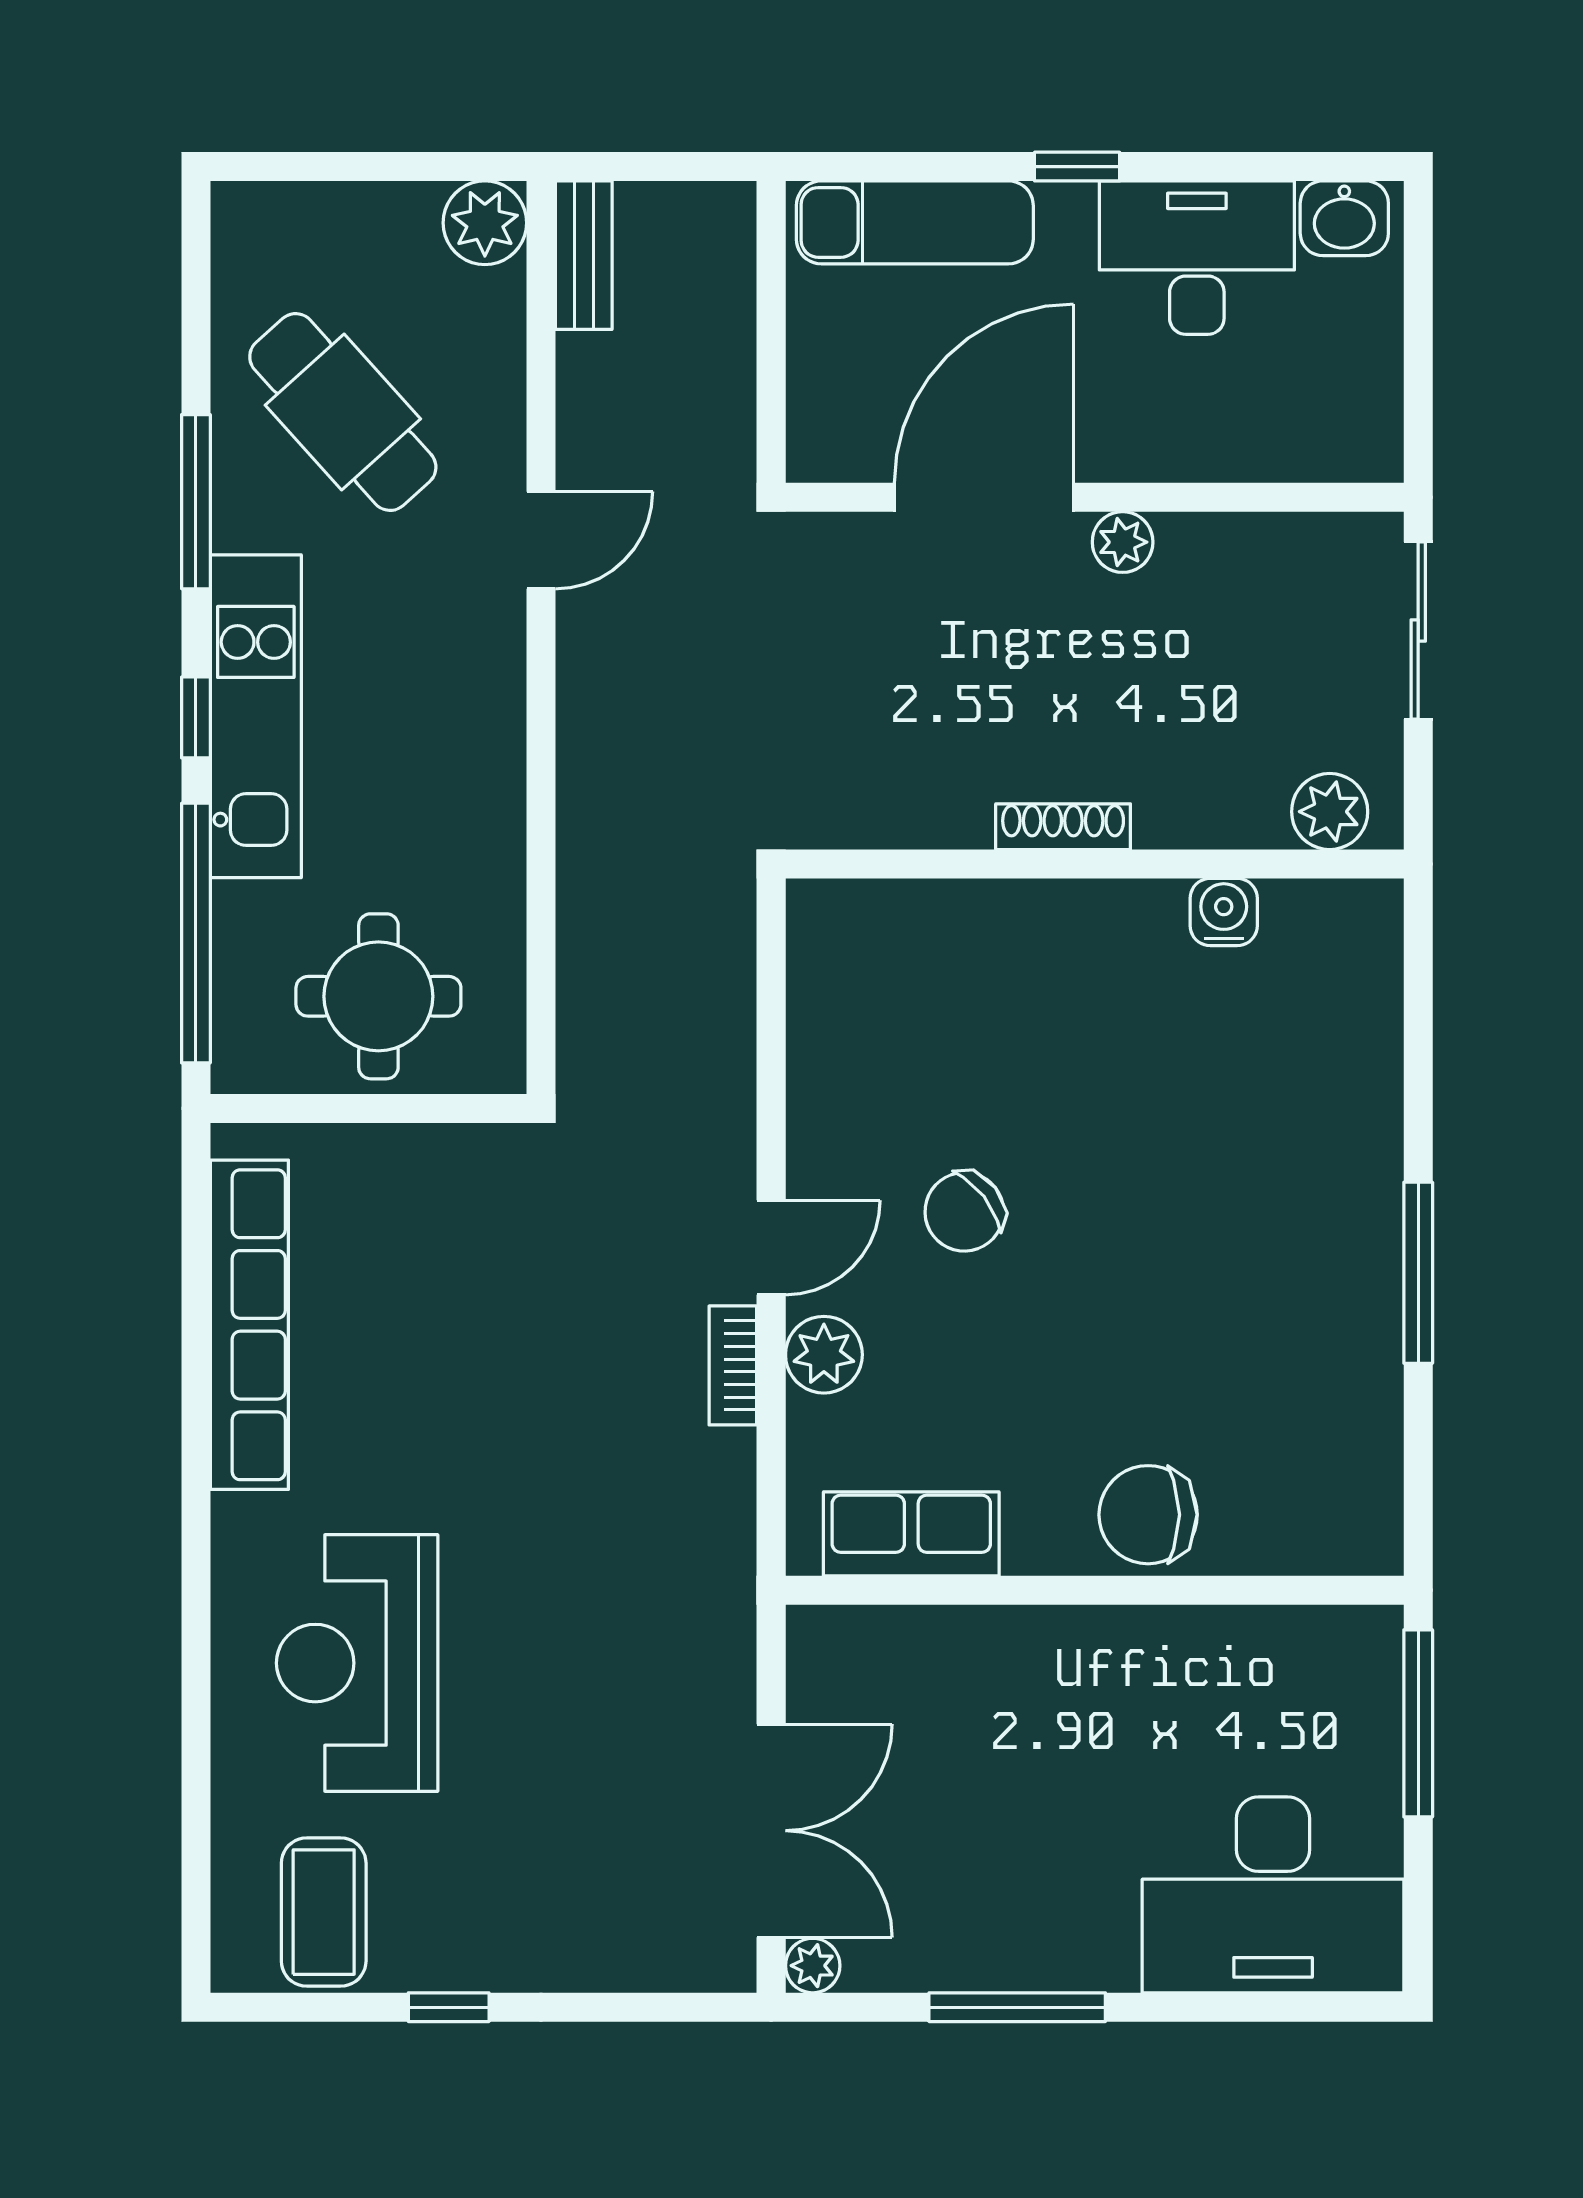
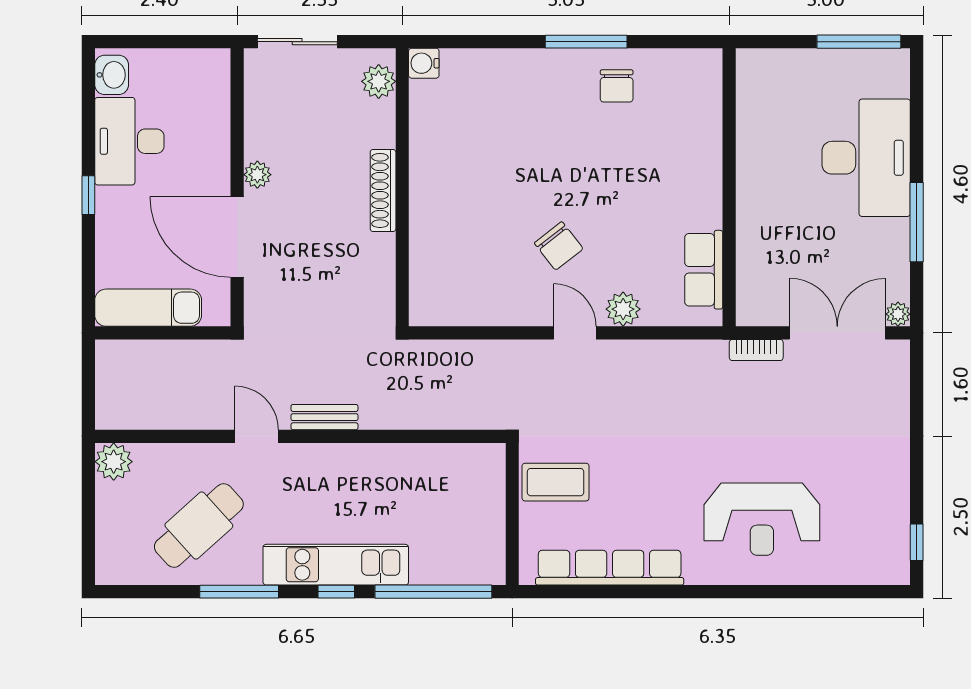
exam couch: (915, 222) -> (148, 308), moved, turned -90
bench: (584, 255) -> (324, 417), moved
shoe rack: (1063, 827) -> (383, 190), width x1.36, depth x1.24
water cooler: (1224, 912) -> (424, 63), moved
round table: (378, 996) -> (462, 510), removed
bookcase: (733, 1365) -> (756, 350), moved
chair: (1148, 1515) -> (617, 86), moved, width x0.73, depth x0.73
window: (1418, 1723) -> (859, 42), moved
desk: (1273, 1895) -> (866, 158), moved
coffee table: (324, 1912) -> (556, 482), moved
window: (449, 2007) -> (917, 542), moved

